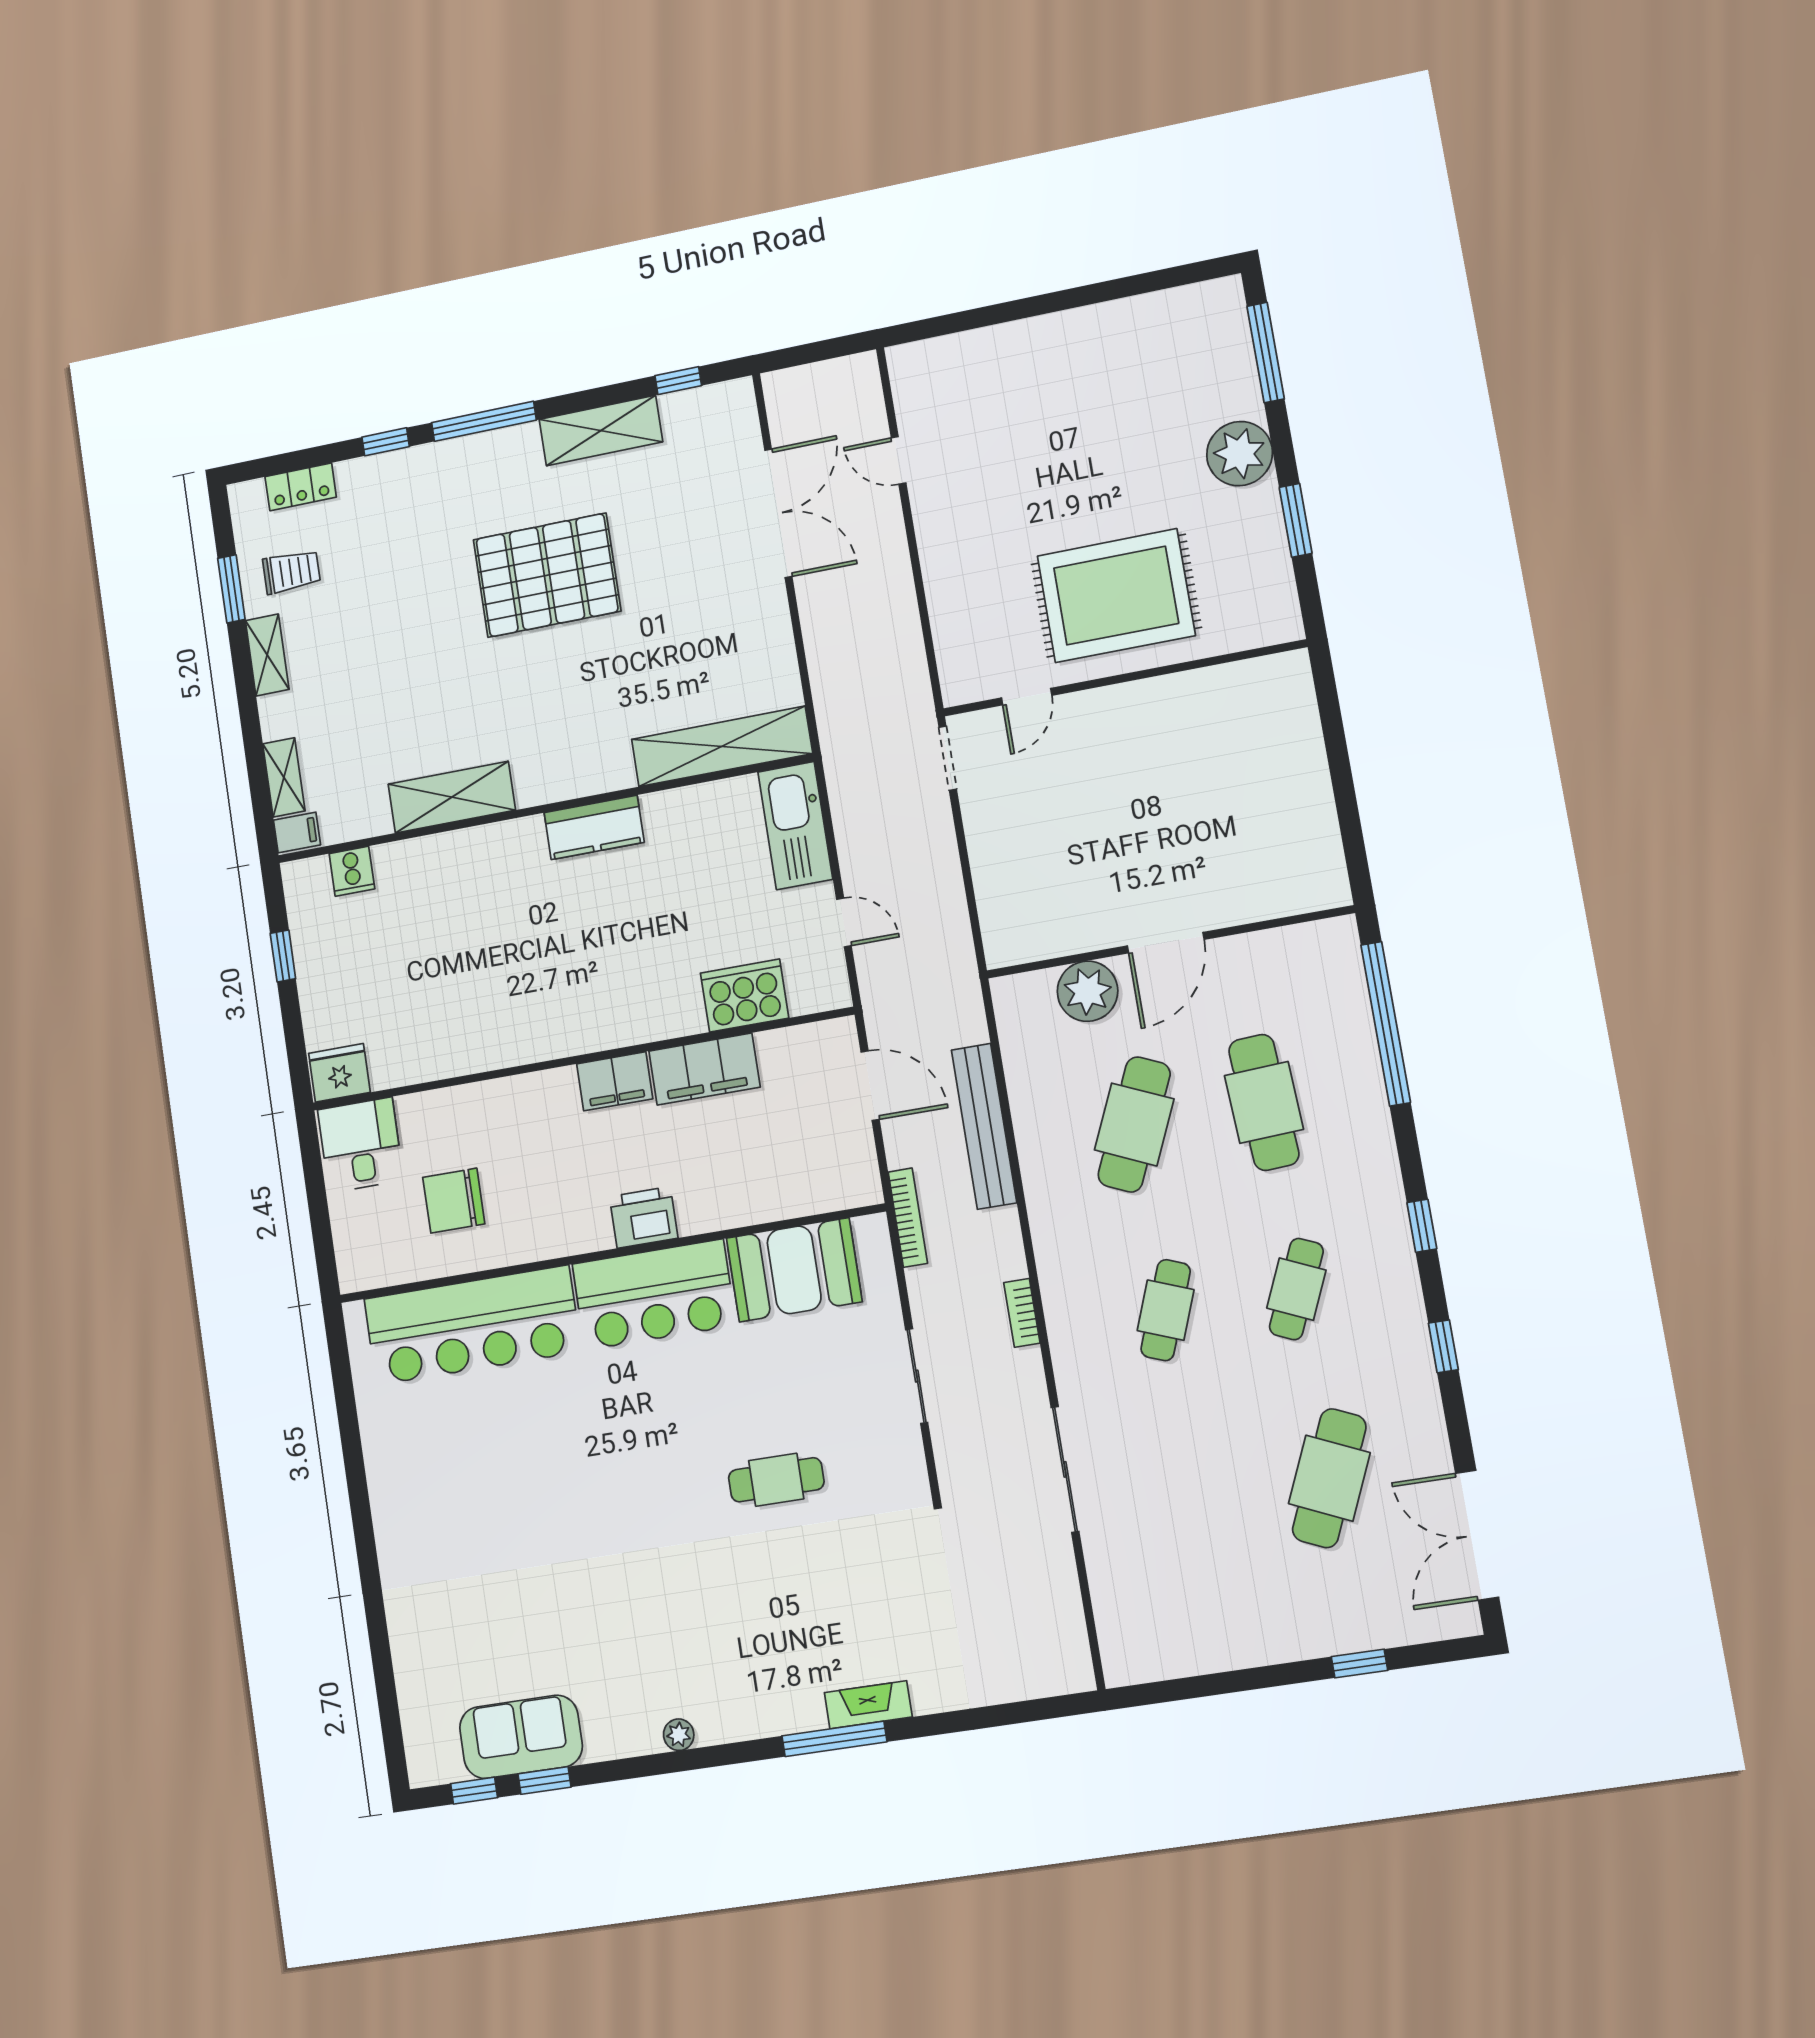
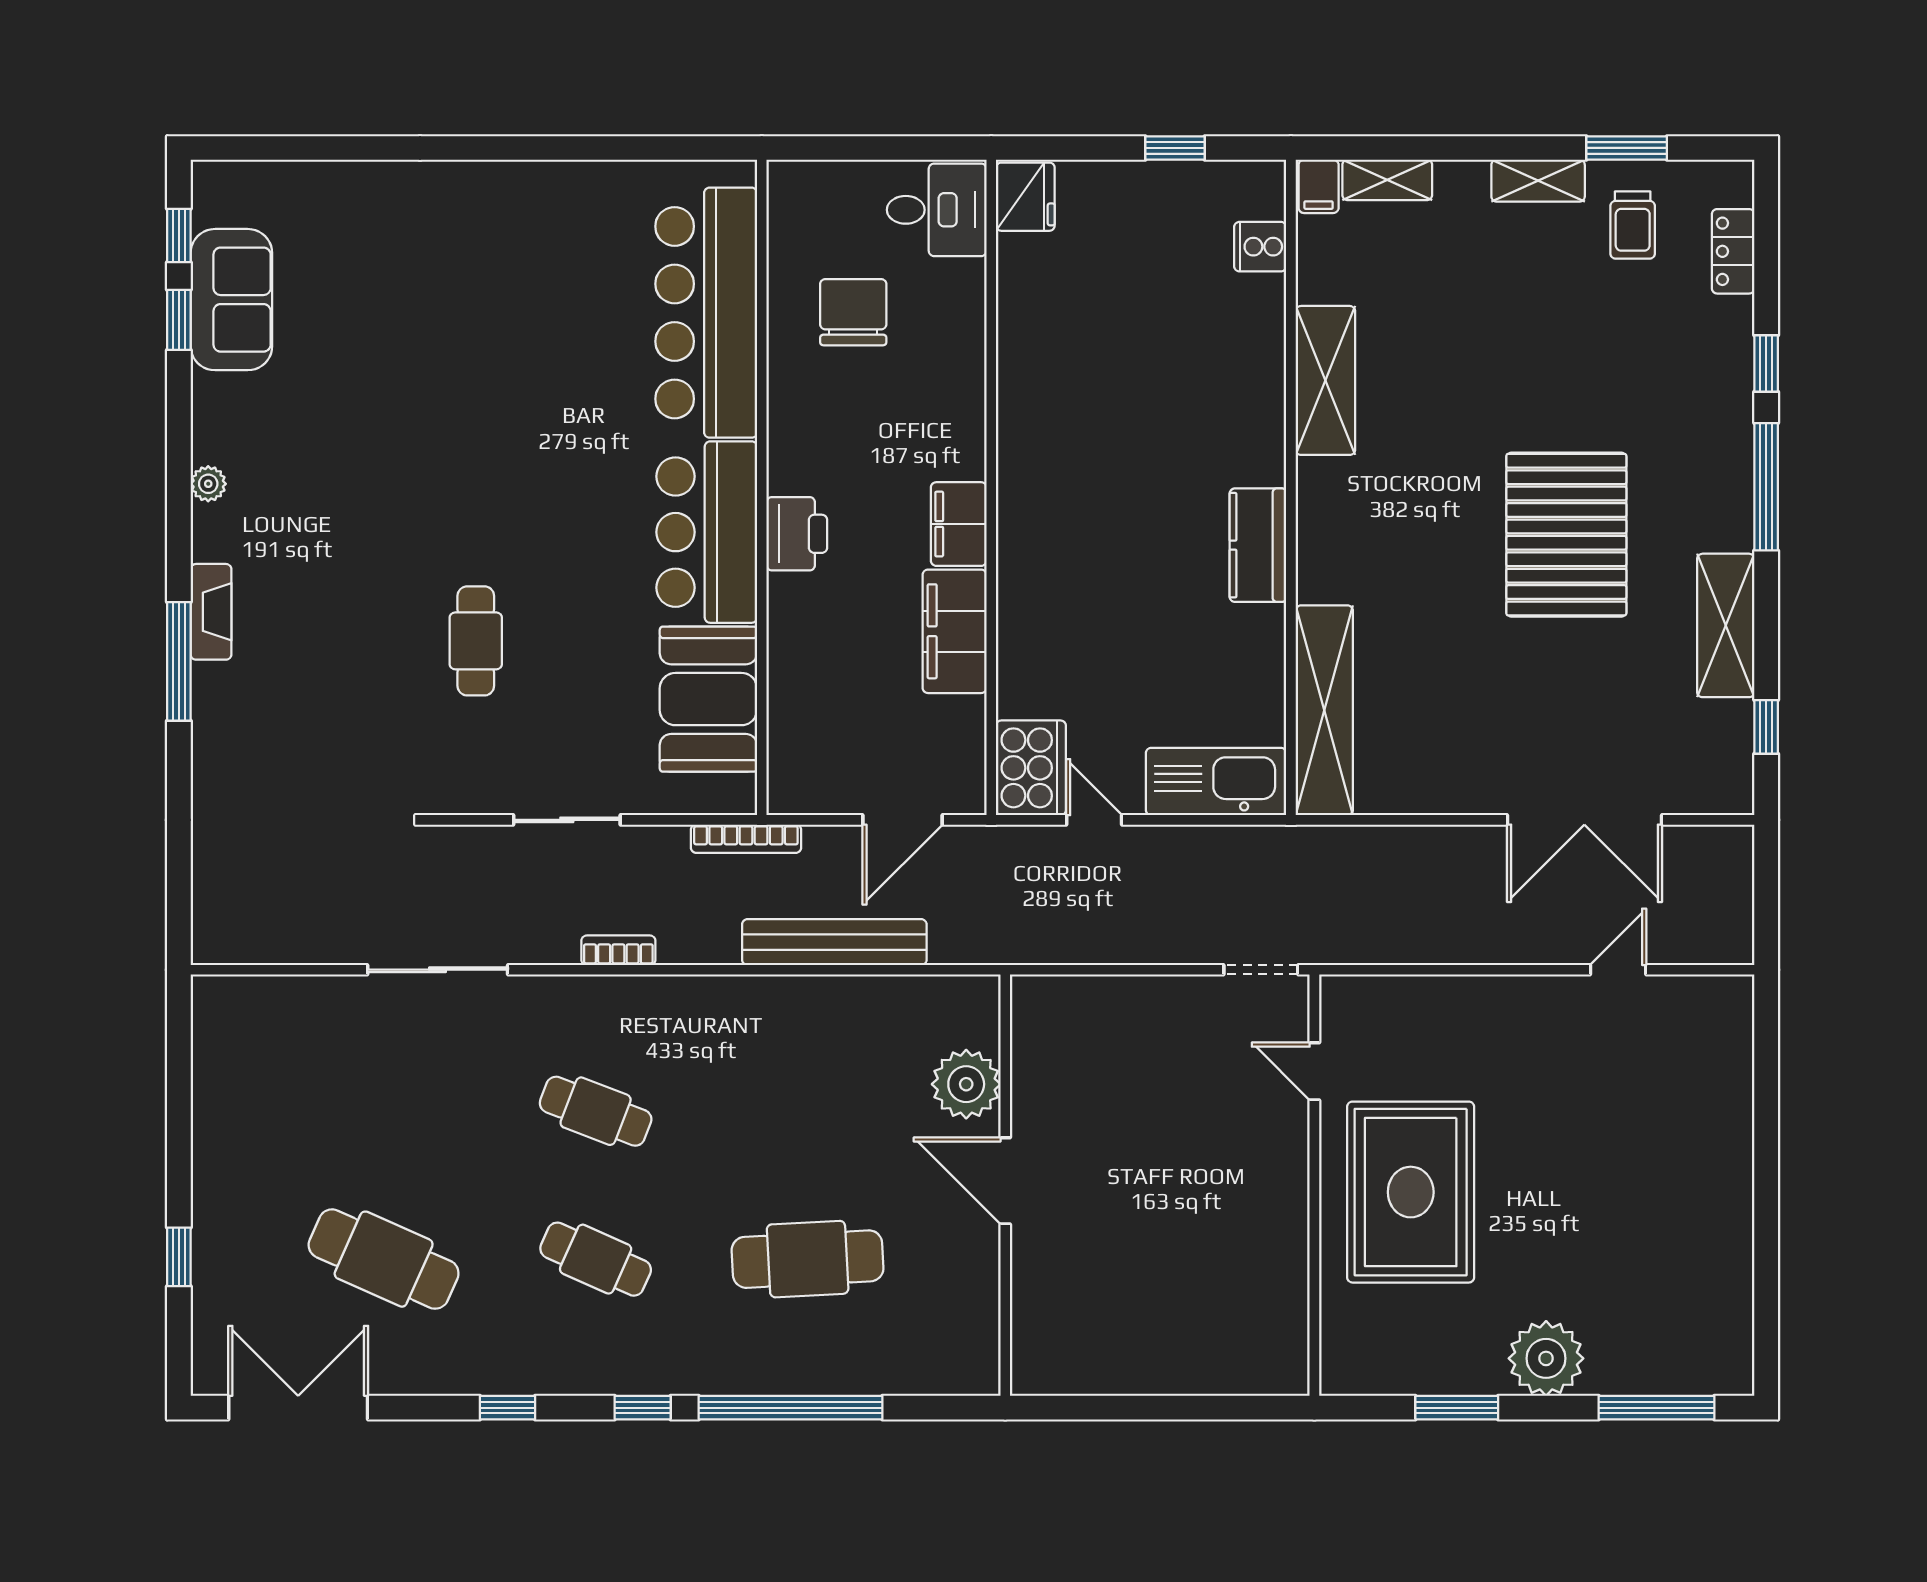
door: (844, 922) -> (1094, 820), swing flipped
cooker: (744, 995) -> (1031, 768), moved
window: (1386, 1024) -> (791, 1408), moved
cafe table: (1134, 1124) -> (808, 1111), removed
fireplace: (868, 1705) -> (211, 612), moved

